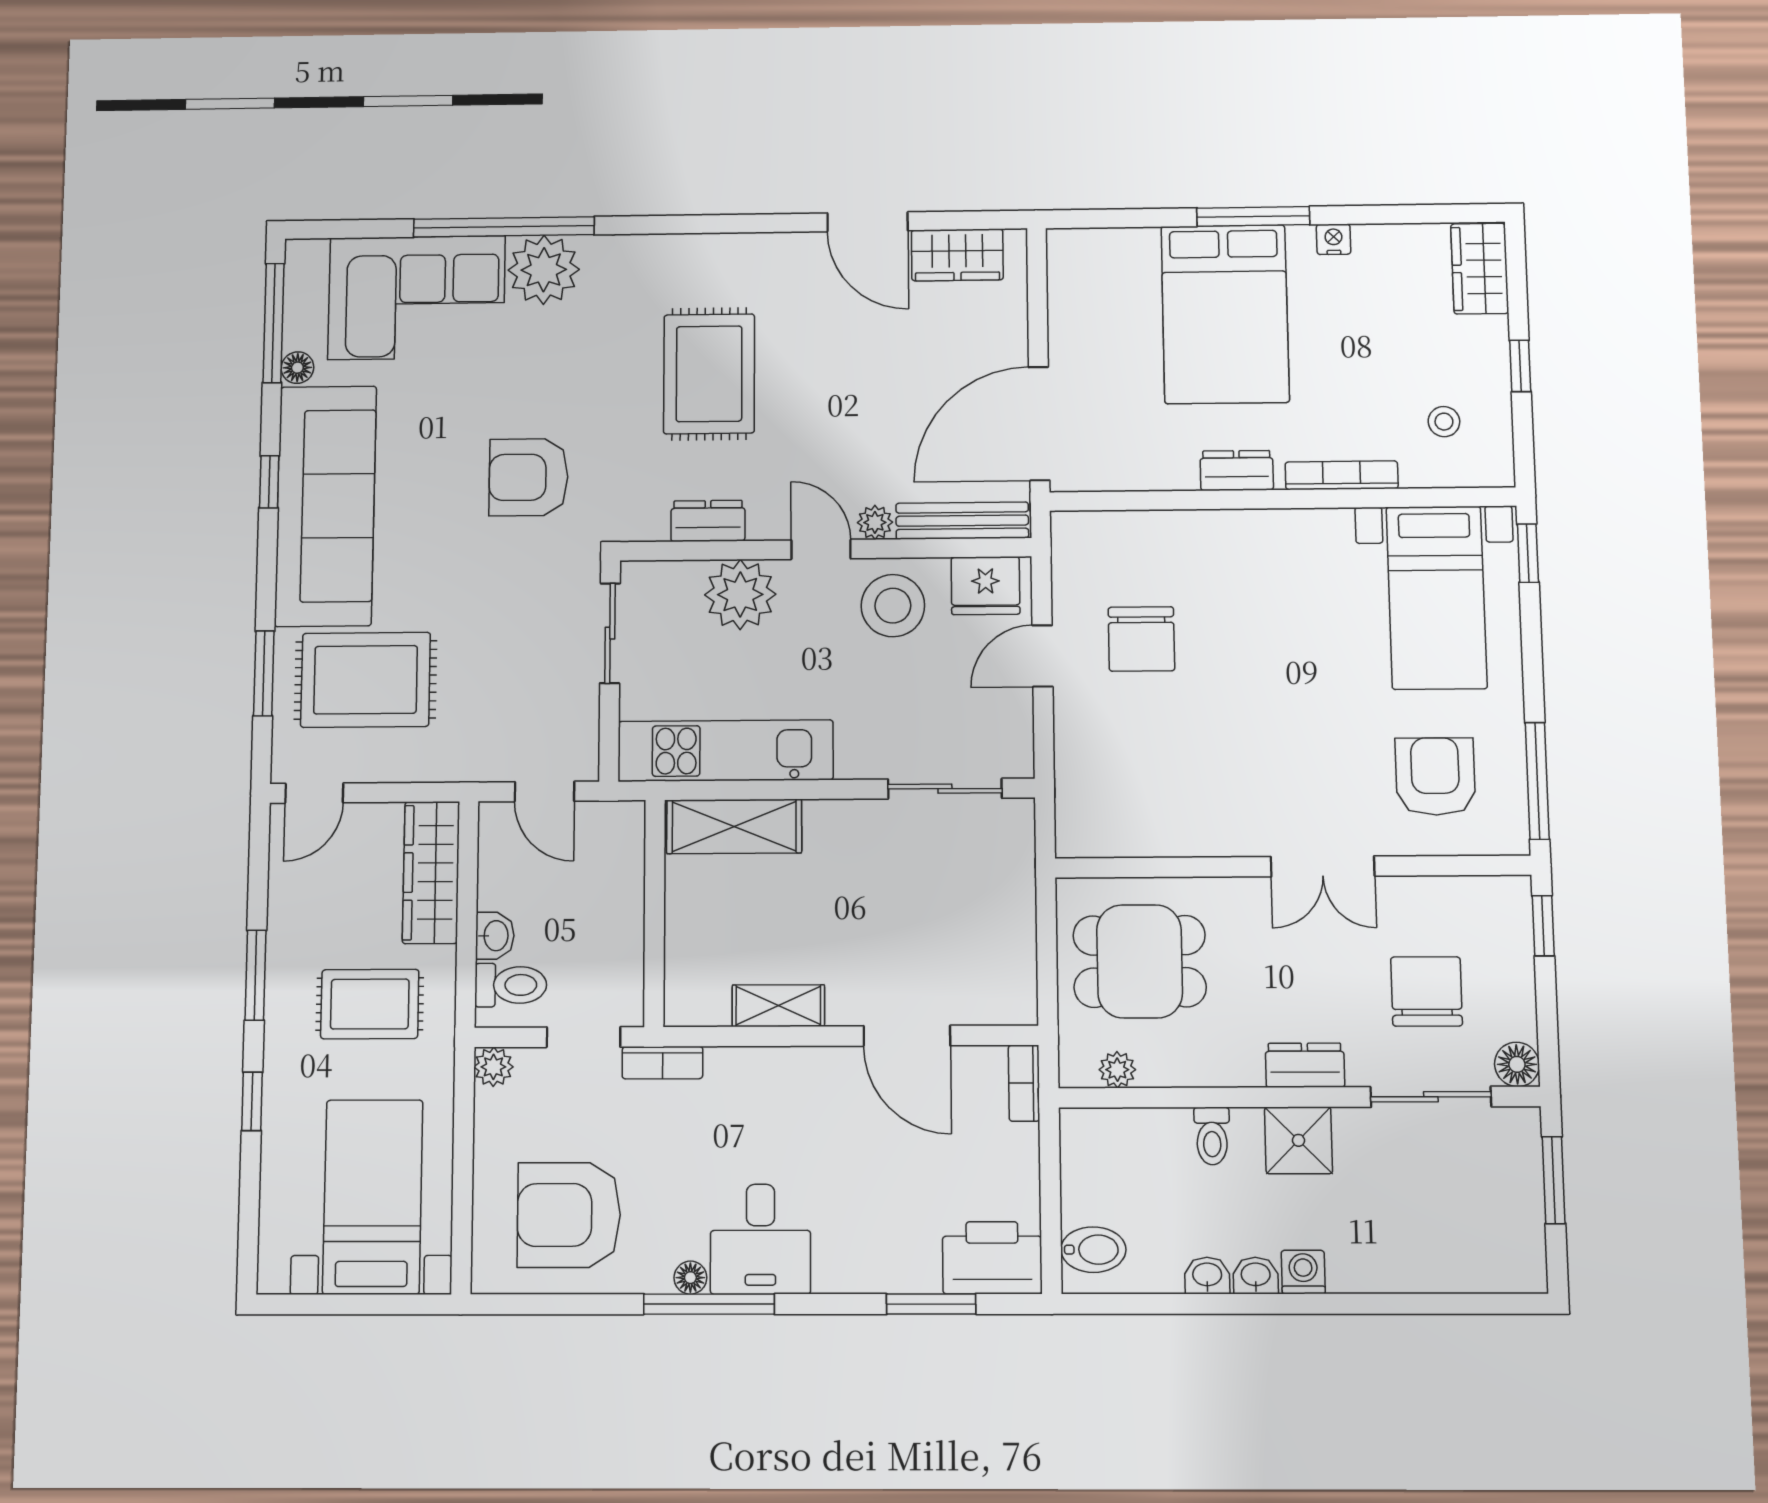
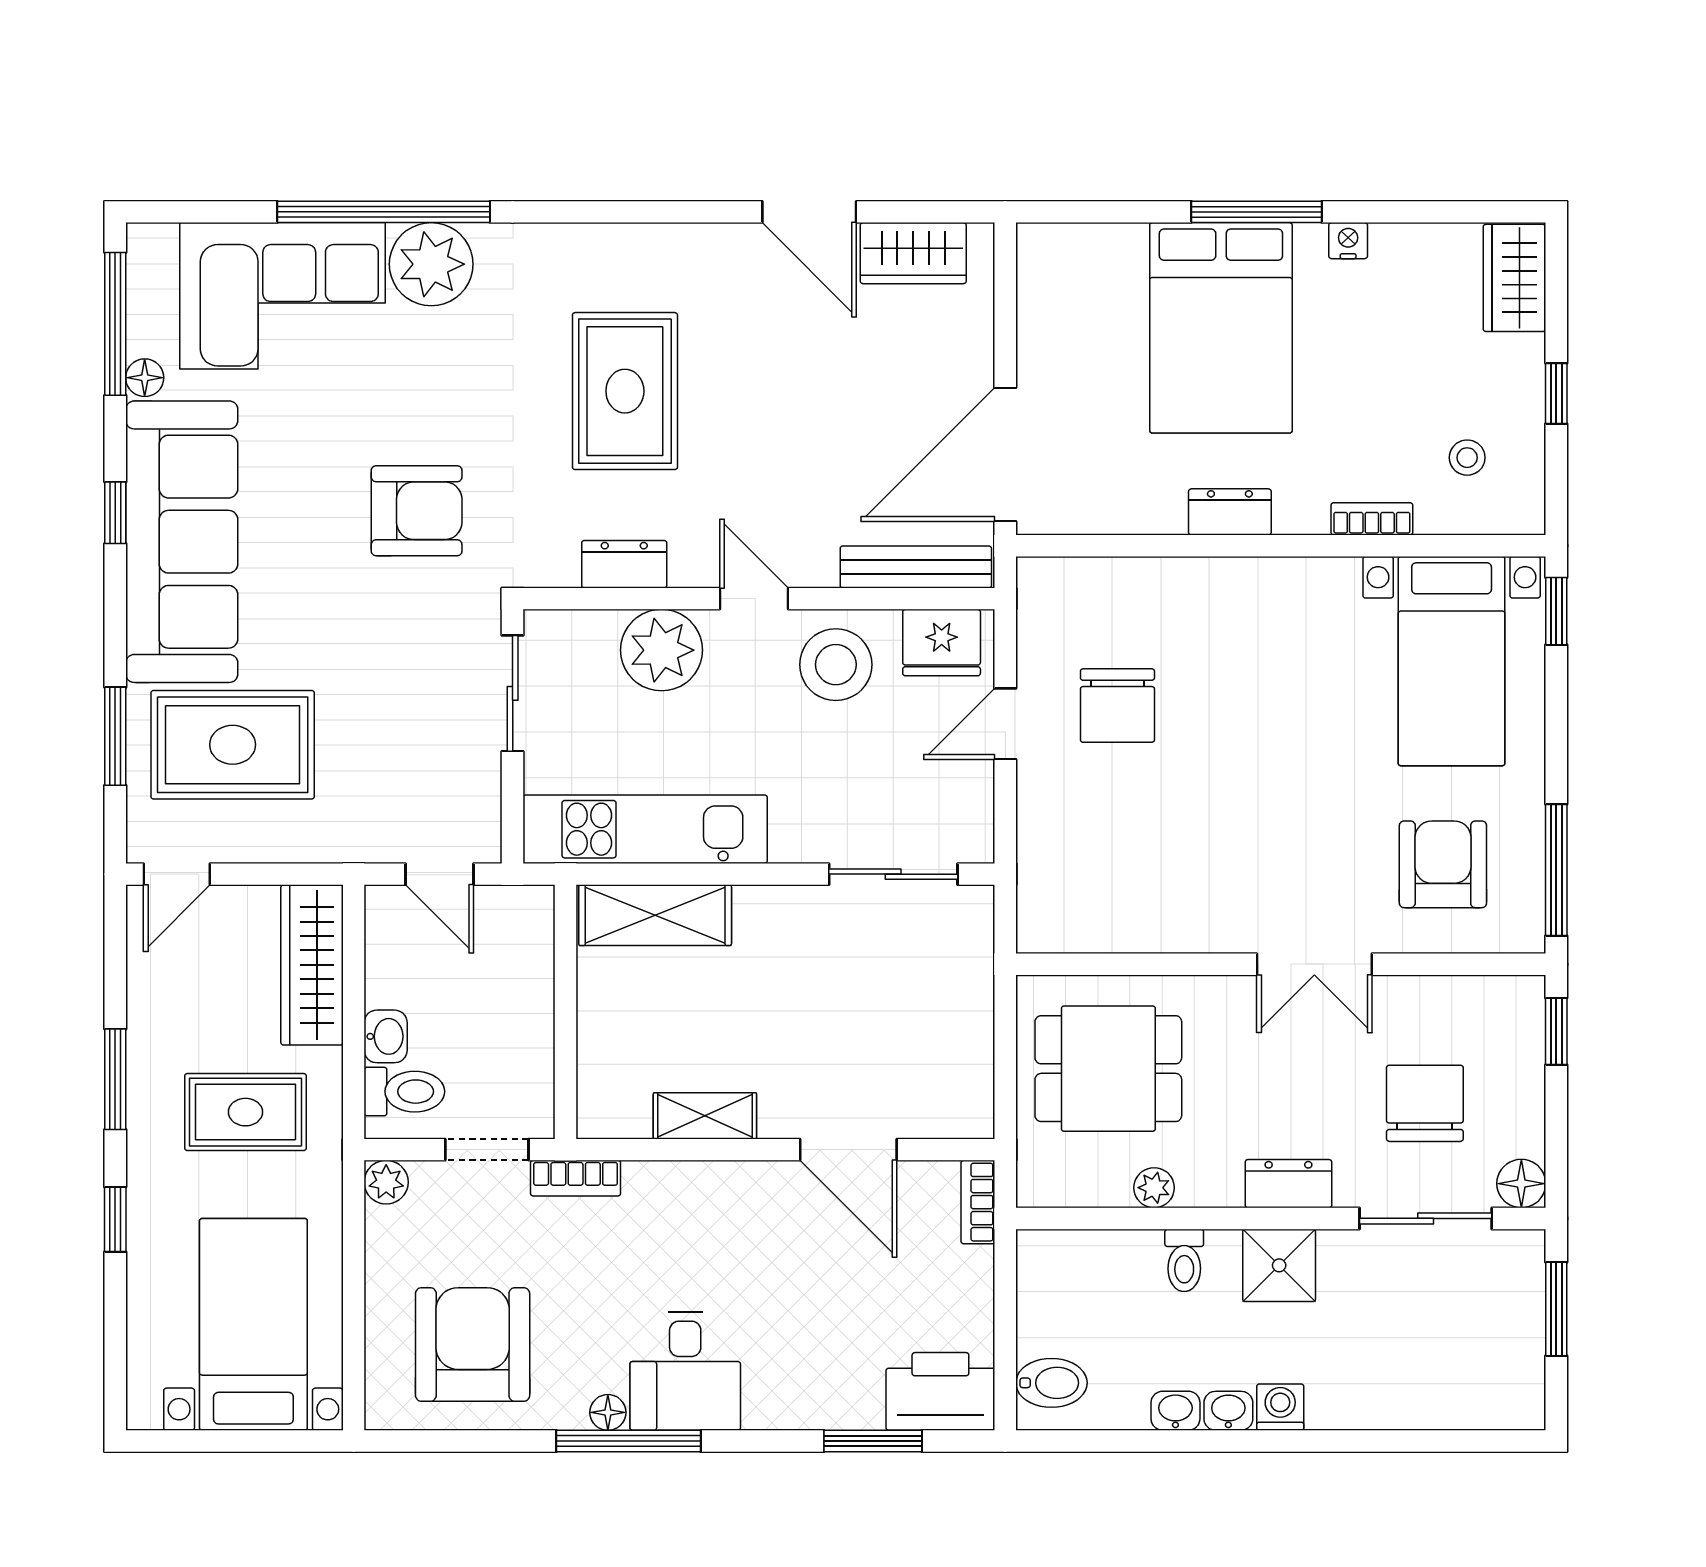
bookcase: (1342, 475) -> (1372, 519), width x0.64
armchair: (529, 477) -> (417, 511), turned 180
plant: (875, 522) -> (816, 568), removed
plant: (1117, 1070) -> (1154, 1188), moved
armchair: (569, 1215) -> (473, 1344), turned 90

